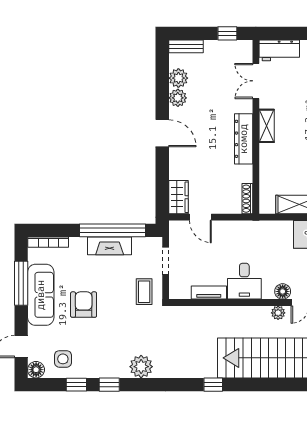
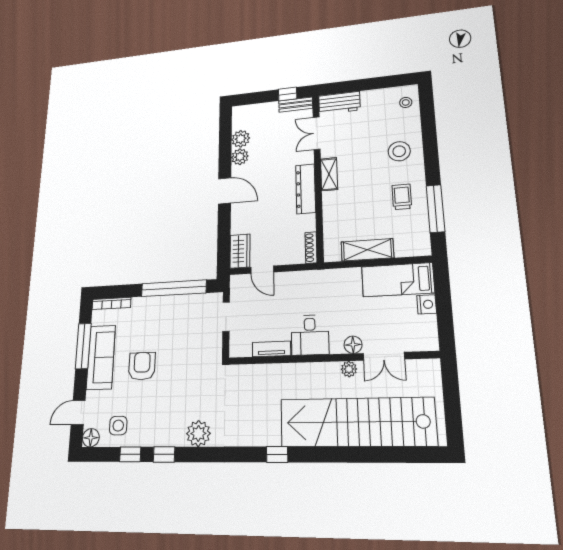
bench: (186, 46) -> (296, 105), moved
fireplace: (110, 246) -> (170, 304), removed
coffee table: (144, 292) -> (203, 350), removed

